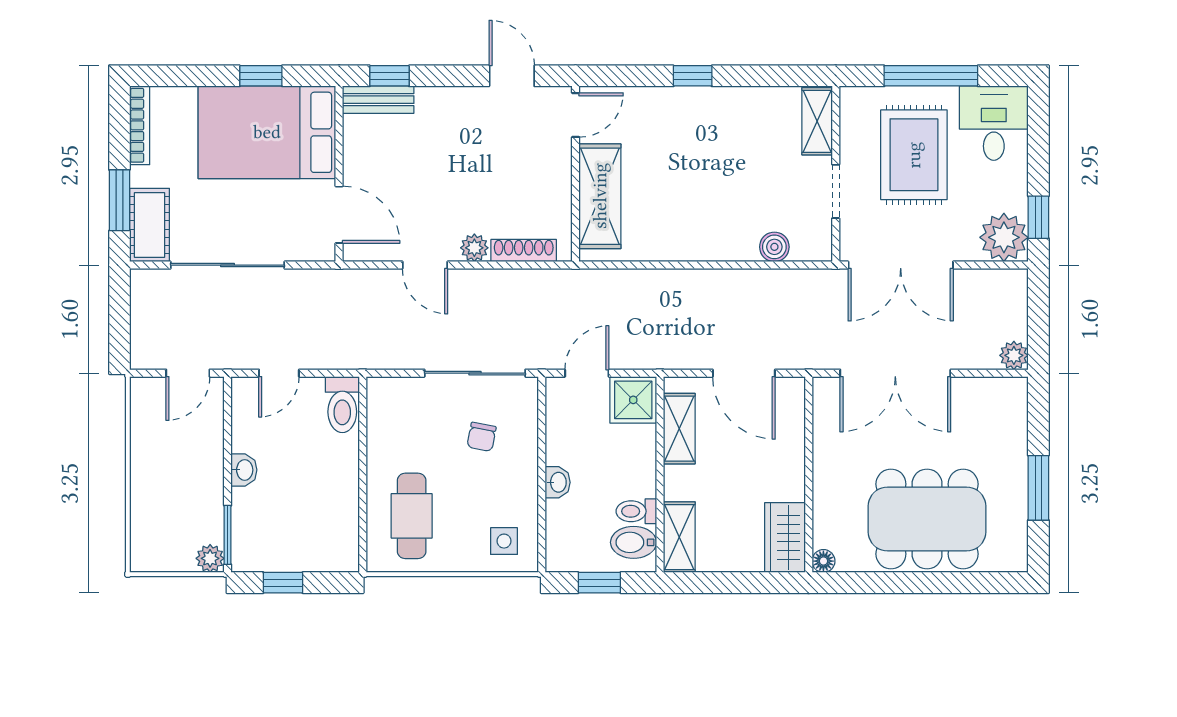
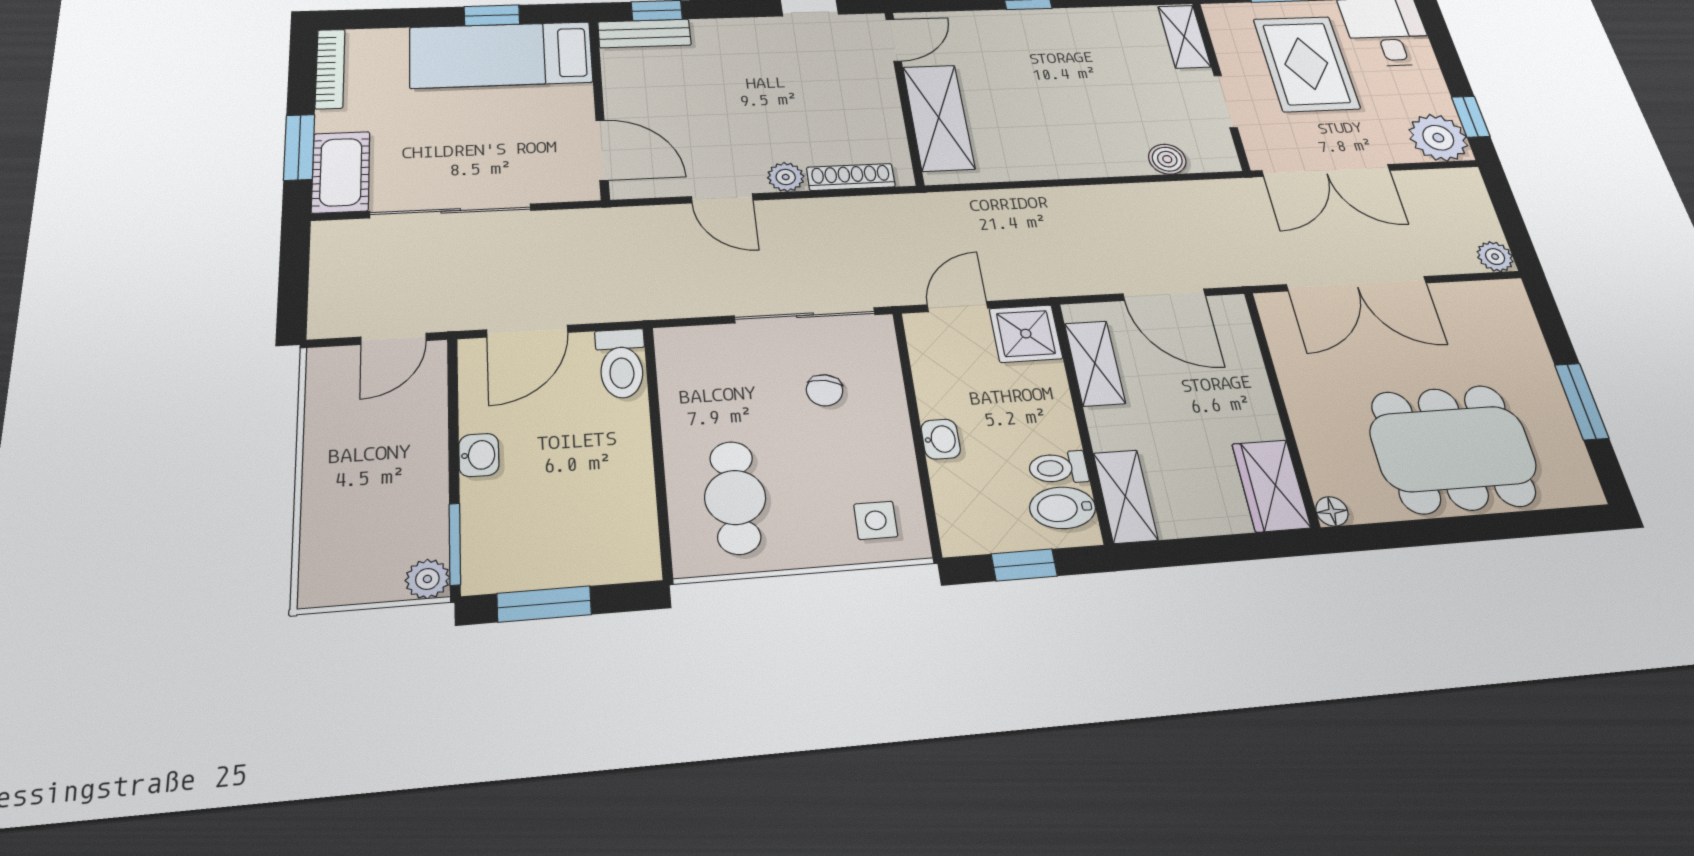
bed: (267, 132) -> (501, 55), width x0.67
door: (279, 373) -> (527, 331), width x1.38
window: (283, 583) -> (544, 604), width x1.50

